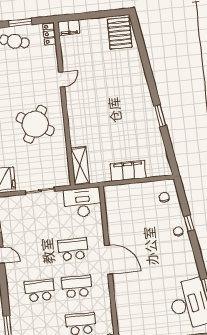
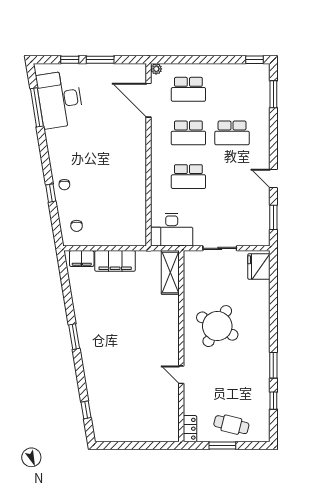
filing cabinet: (69, 28) -> (82, 259), moved, turned 180
pallet: (120, 33) -> (109, 421), removed
window: (140, 41) -> (86, 410), added
door: (62, 79) -> (181, 375), hinge flipped
window: (160, 116) -> (74, 337), moved
door: (109, 260) -> (149, 100), moved

